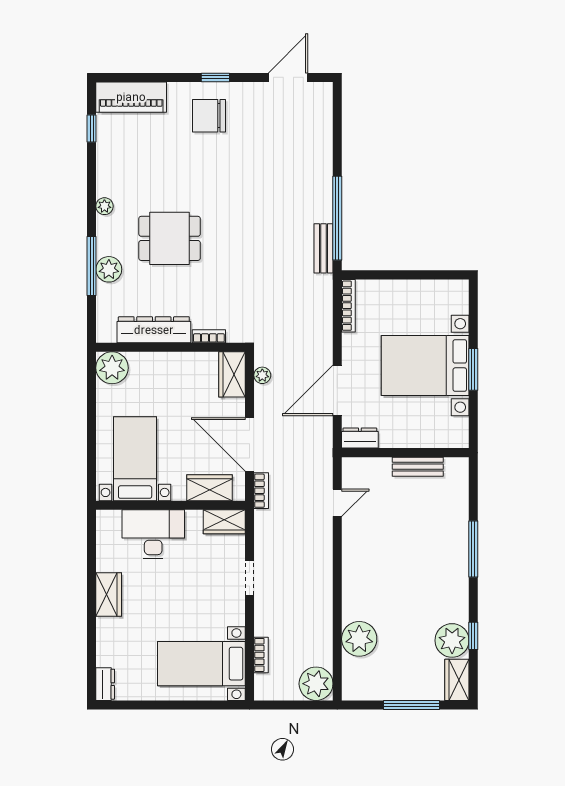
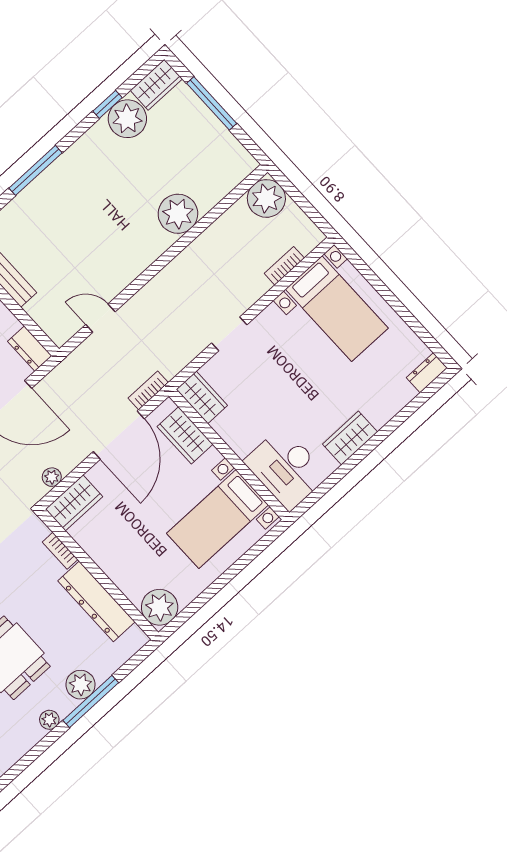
plant: (104, 206) -> (49, 720), moved
desk: (153, 534) -> (286, 468), moved
plant: (359, 639) -> (178, 214), moved

